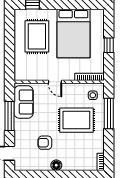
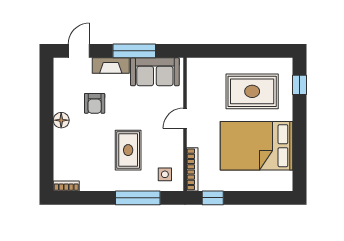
window: (109, 45) -> (213, 198), moved
rug: (76, 120) -> (128, 150), width x0.73, depth x0.70
fireplace: (19, 132) -> (111, 66), added
armchair: (45, 143) -> (95, 103), turned 180

